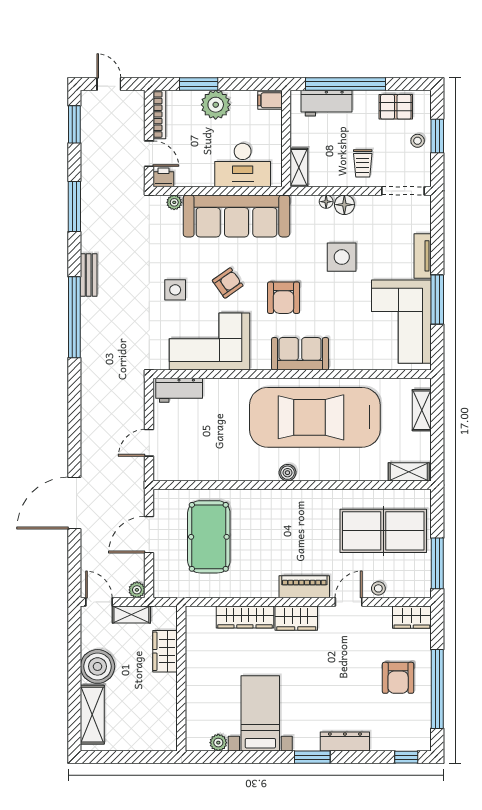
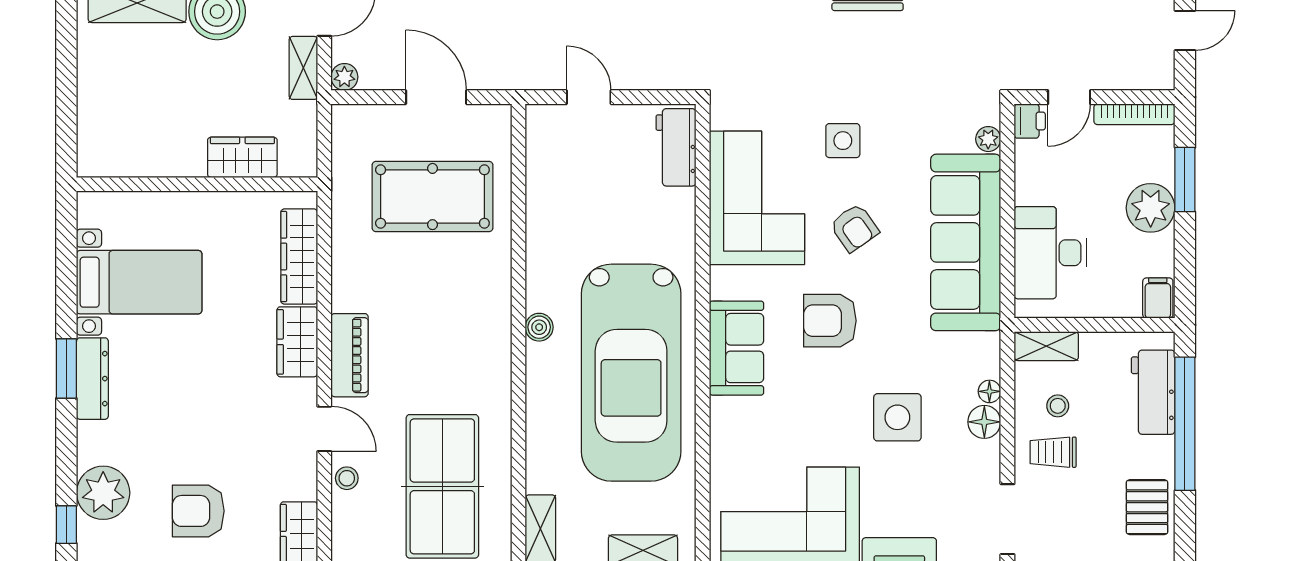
stool: (418, 141) -> (1058, 406), moved
car: (315, 417) -> (631, 373), turned 180
wardrobe: (165, 651) -> (242, 157), moved
wall: (181, 679) -> (197, 184), moved
dresser: (345, 742) -> (92, 379), moved
plant: (218, 743) -> (103, 493), moved, width x1.87, depth x1.87

